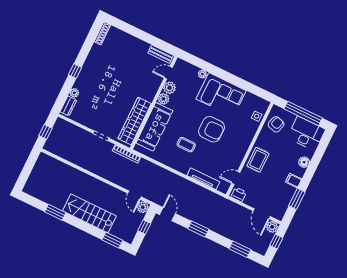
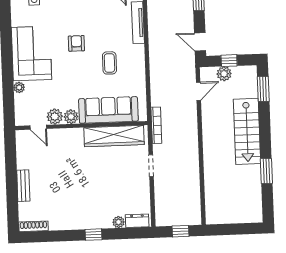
bench: (161, 54) -> (23, 186), moved
armchair: (212, 129) -> (76, 43), width x0.53, depth x0.53
plant: (143, 207) -> (224, 74), moved
door: (168, 214) -> (200, 42), hinge flipped

